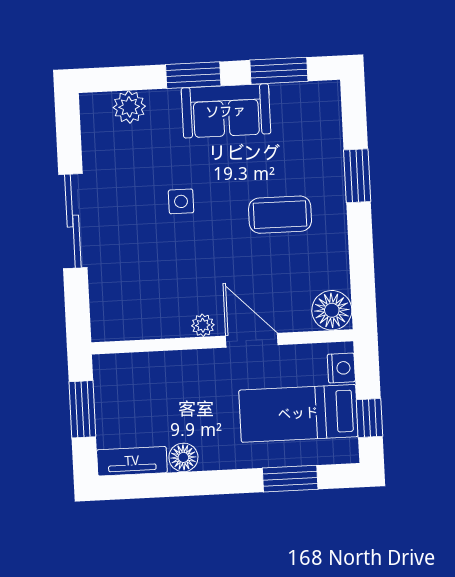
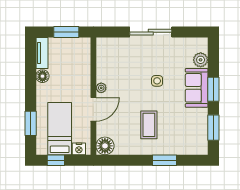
sofa: (226, 111) -> (197, 88), moved

